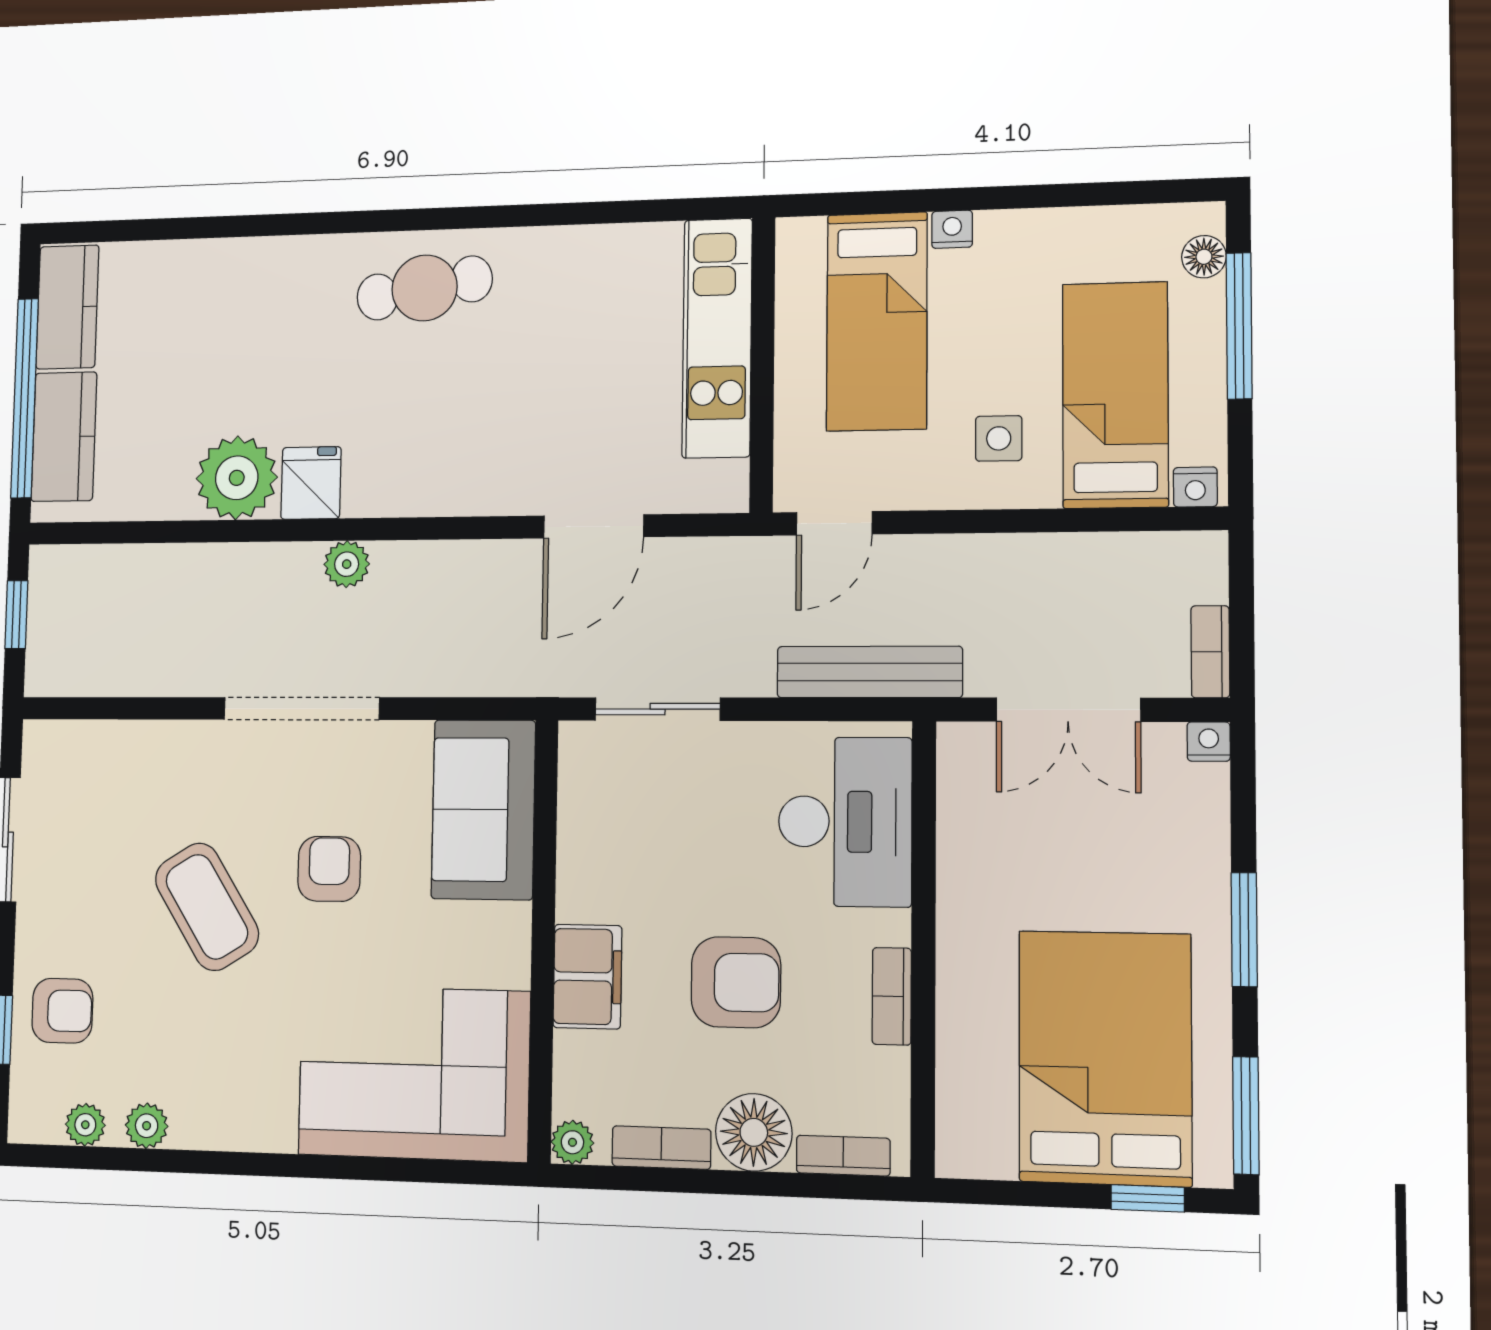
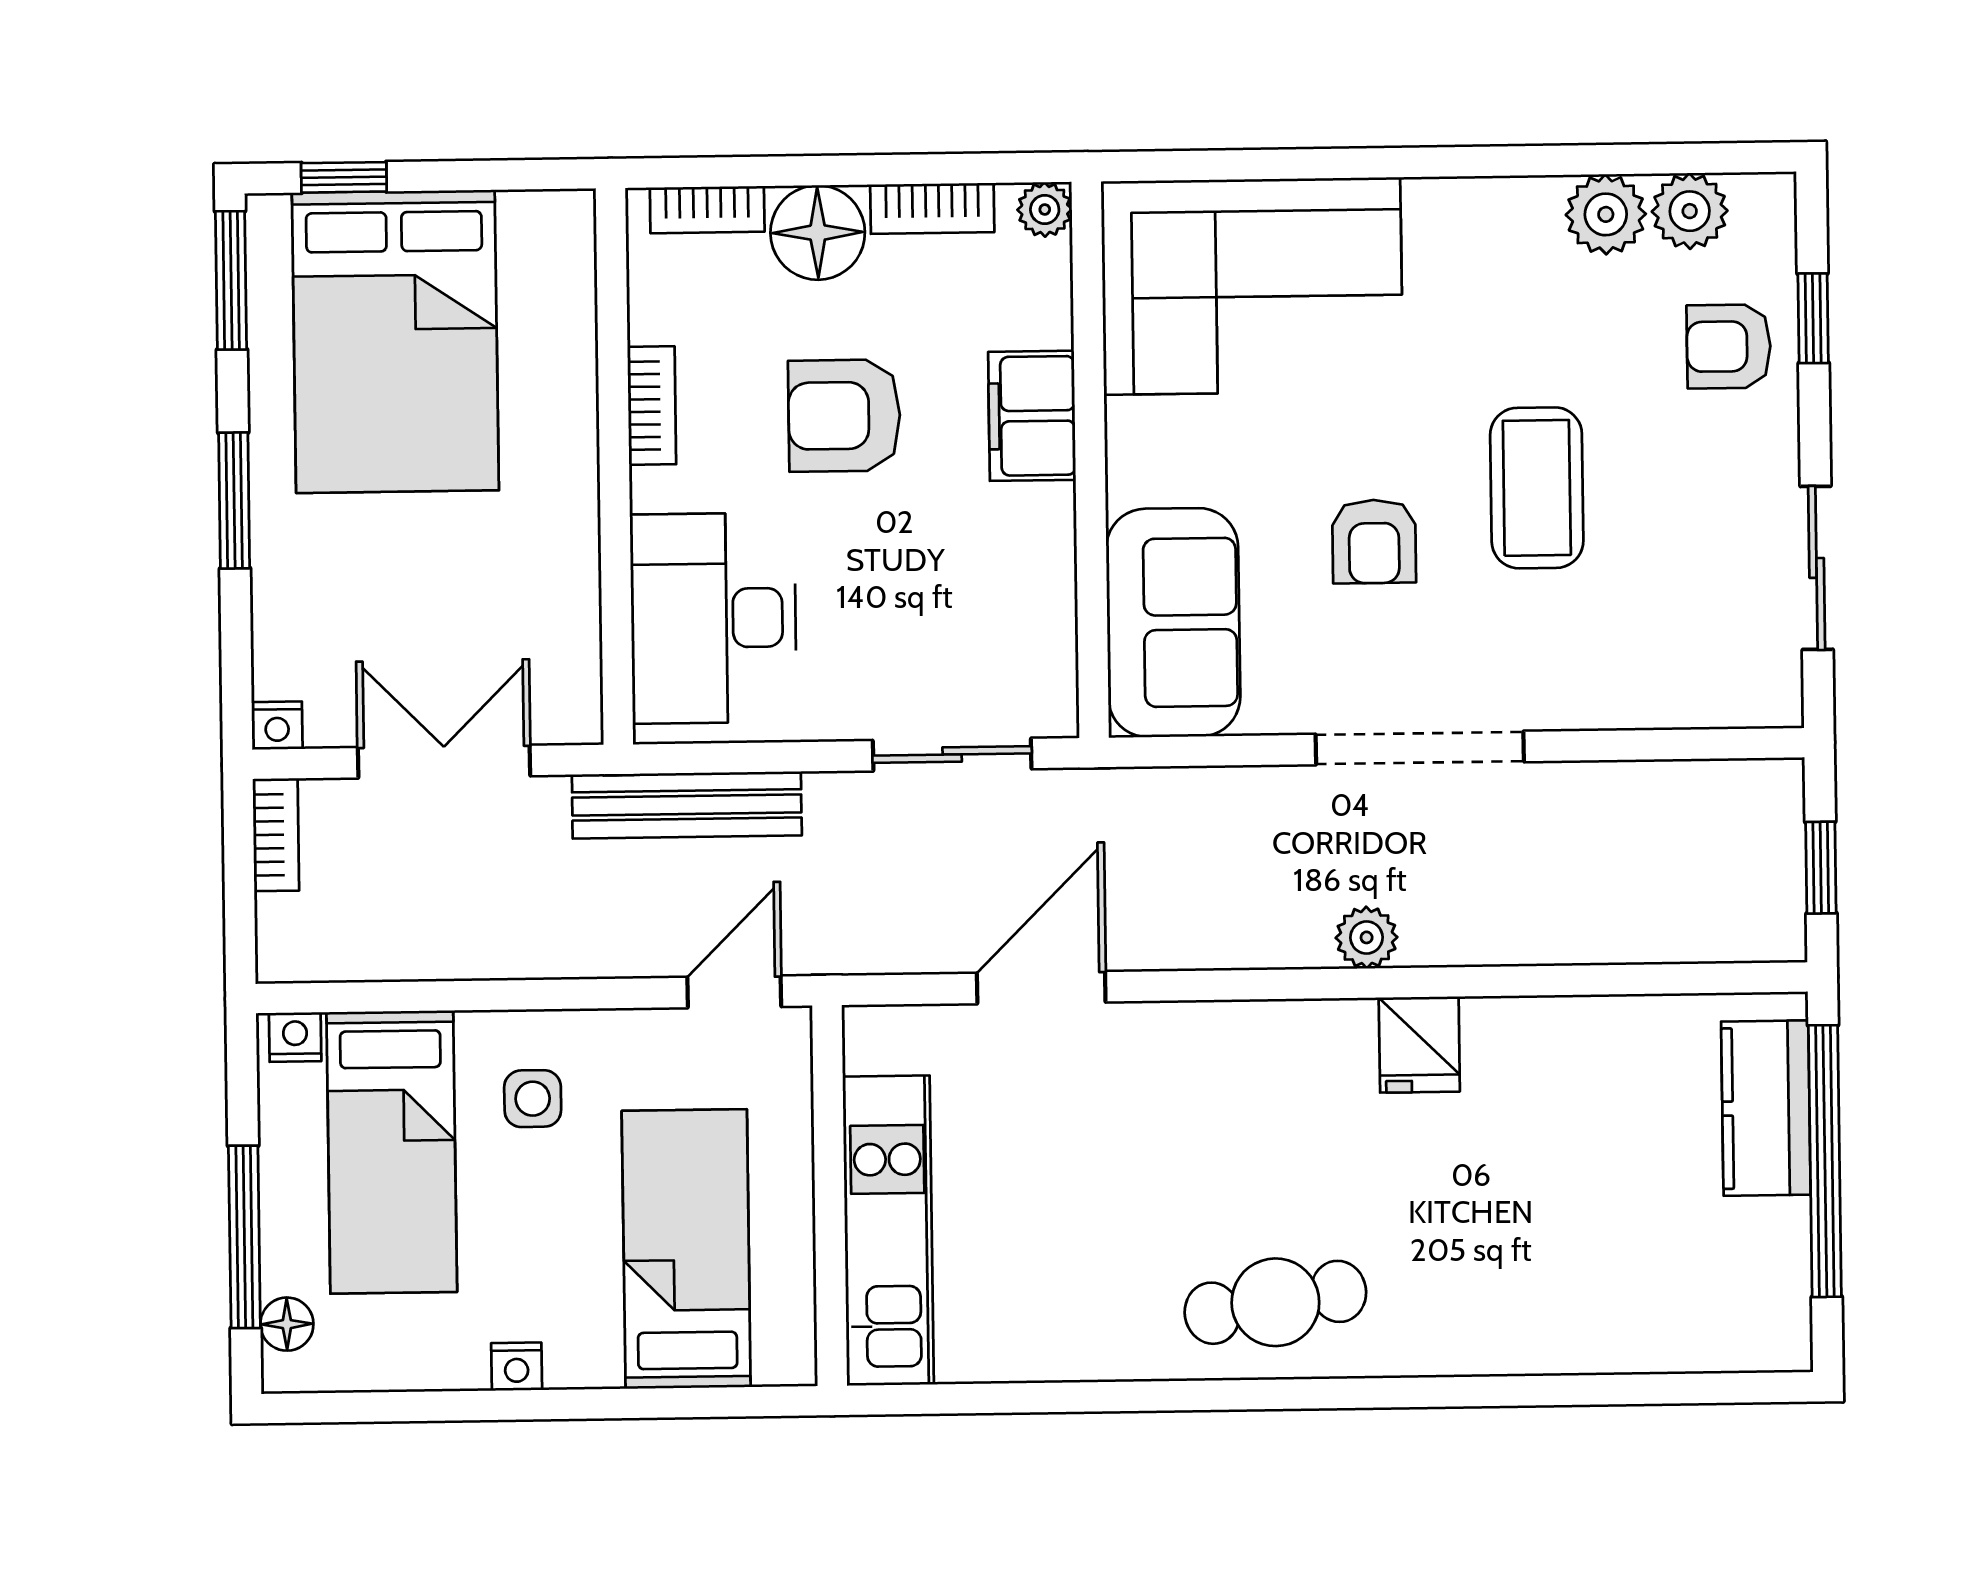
nightstand: (952, 229) -> (517, 1367), moved
kitchen counter: (67, 307) -> (1770, 1285), removed
plant: (237, 478) -> (1521, 1052), removed
coffee table: (207, 907) -> (1537, 488), turned 32
plant: (85, 1125) -> (1690, 211), width x1.38, depth x1.38
plant: (147, 1126) -> (1606, 214), width x1.38, depth x1.38

